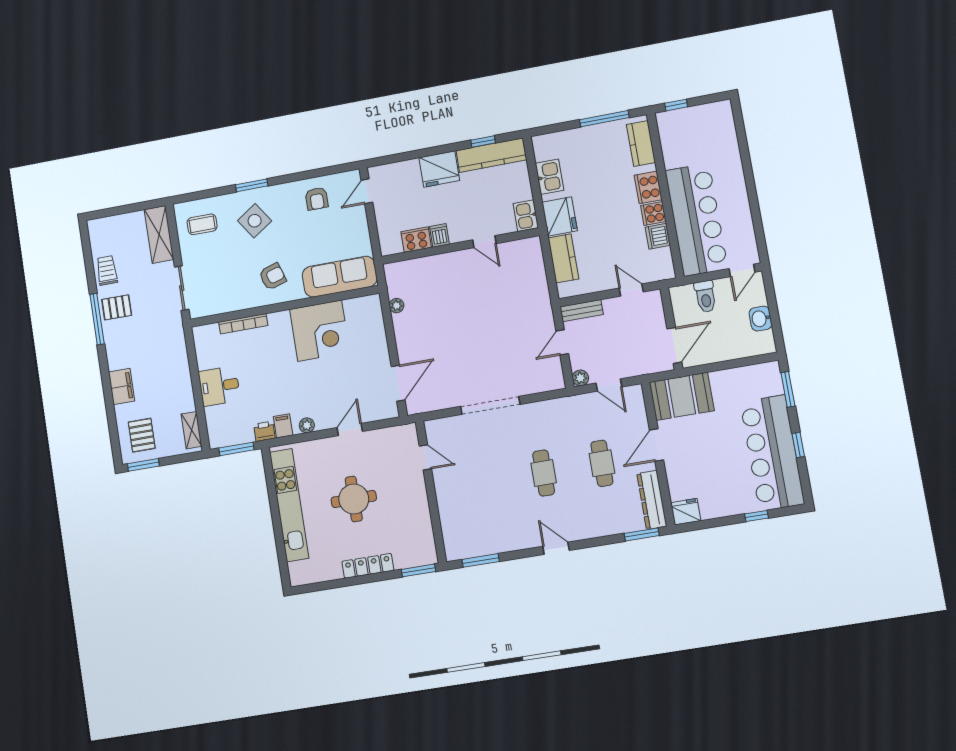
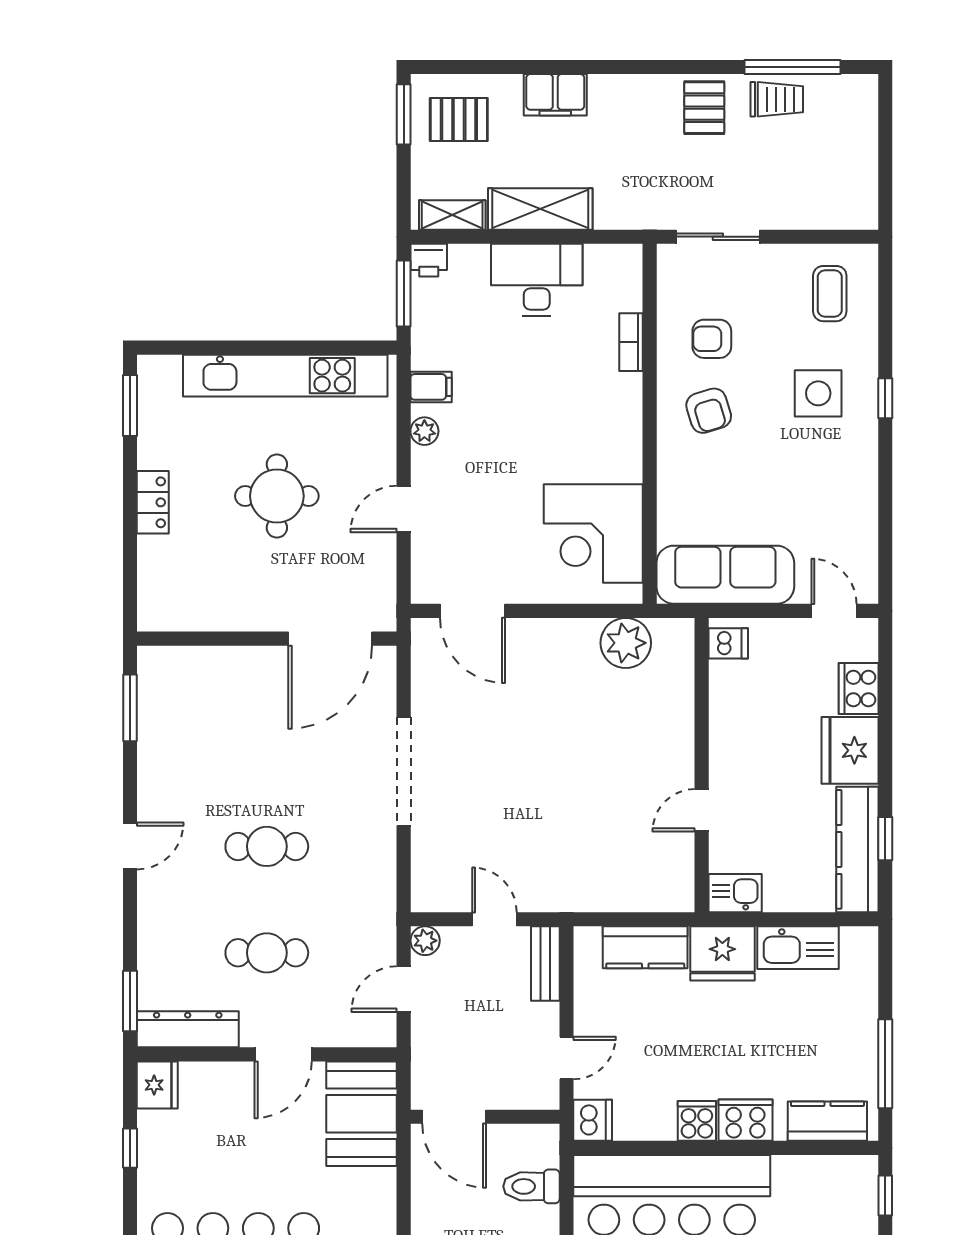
kitchen sink: (550, 177) -> (798, 948), width x1.38
window: (252, 185) -> (885, 398), width x0.67
armchair: (317, 199) -> (712, 339), moved
side table: (255, 221) -> (818, 393), turned 34
shelving: (159, 234) -> (540, 209), moved
dishwasher: (439, 235) -> (728, 643), moved
dishwasher: (658, 236) -> (593, 1120), moved, turned 90
cooker: (416, 240) -> (859, 689), moved, turned 180
sofa: (340, 277) -> (725, 575), moved, turned -90
plant: (397, 306) -> (626, 643), width x1.87, depth x1.87
window: (97, 319) -> (793, 67), moved
bookcase: (243, 324) -> (631, 342), width x0.64
corner desk: (320, 331) -> (593, 533), moved
desk: (219, 386) -> (537, 280), width x1.37
door: (350, 429) -> (404, 509), swing flipped
printer: (264, 431) -> (429, 260), moved, turned 90
door: (656, 445) -> (283, 1054), swing flipped
door: (425, 457) -> (330, 639), width x1.88
window: (756, 516) -> (130, 1148), moved
locker: (368, 566) -> (153, 502), width x0.66
window: (418, 570) -> (130, 405), moved

